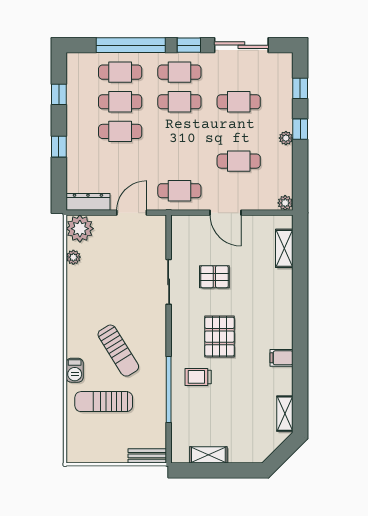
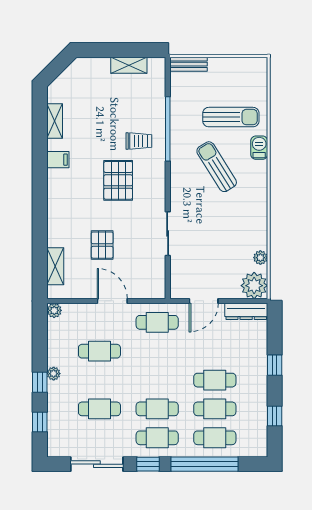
pallet: (214, 277) -> (102, 245), moved, turned 90
shelving: (285, 414) -> (55, 121), moved

